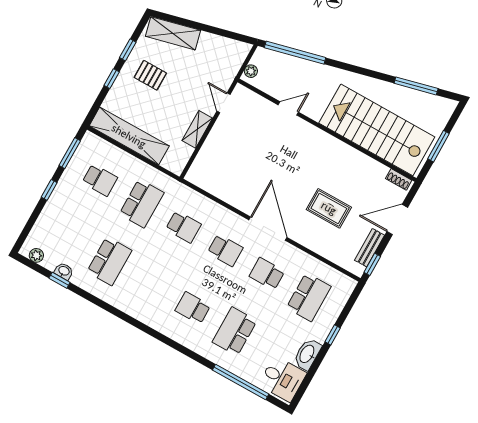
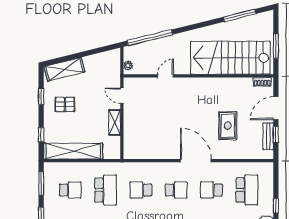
window: (112, 79) -> (41, 135), moved
rug: (329, 208) -> (228, 126), turned 90
school desk: (183, 227) -> (141, 190), turned 180
window: (372, 264) -> (276, 134), moved

